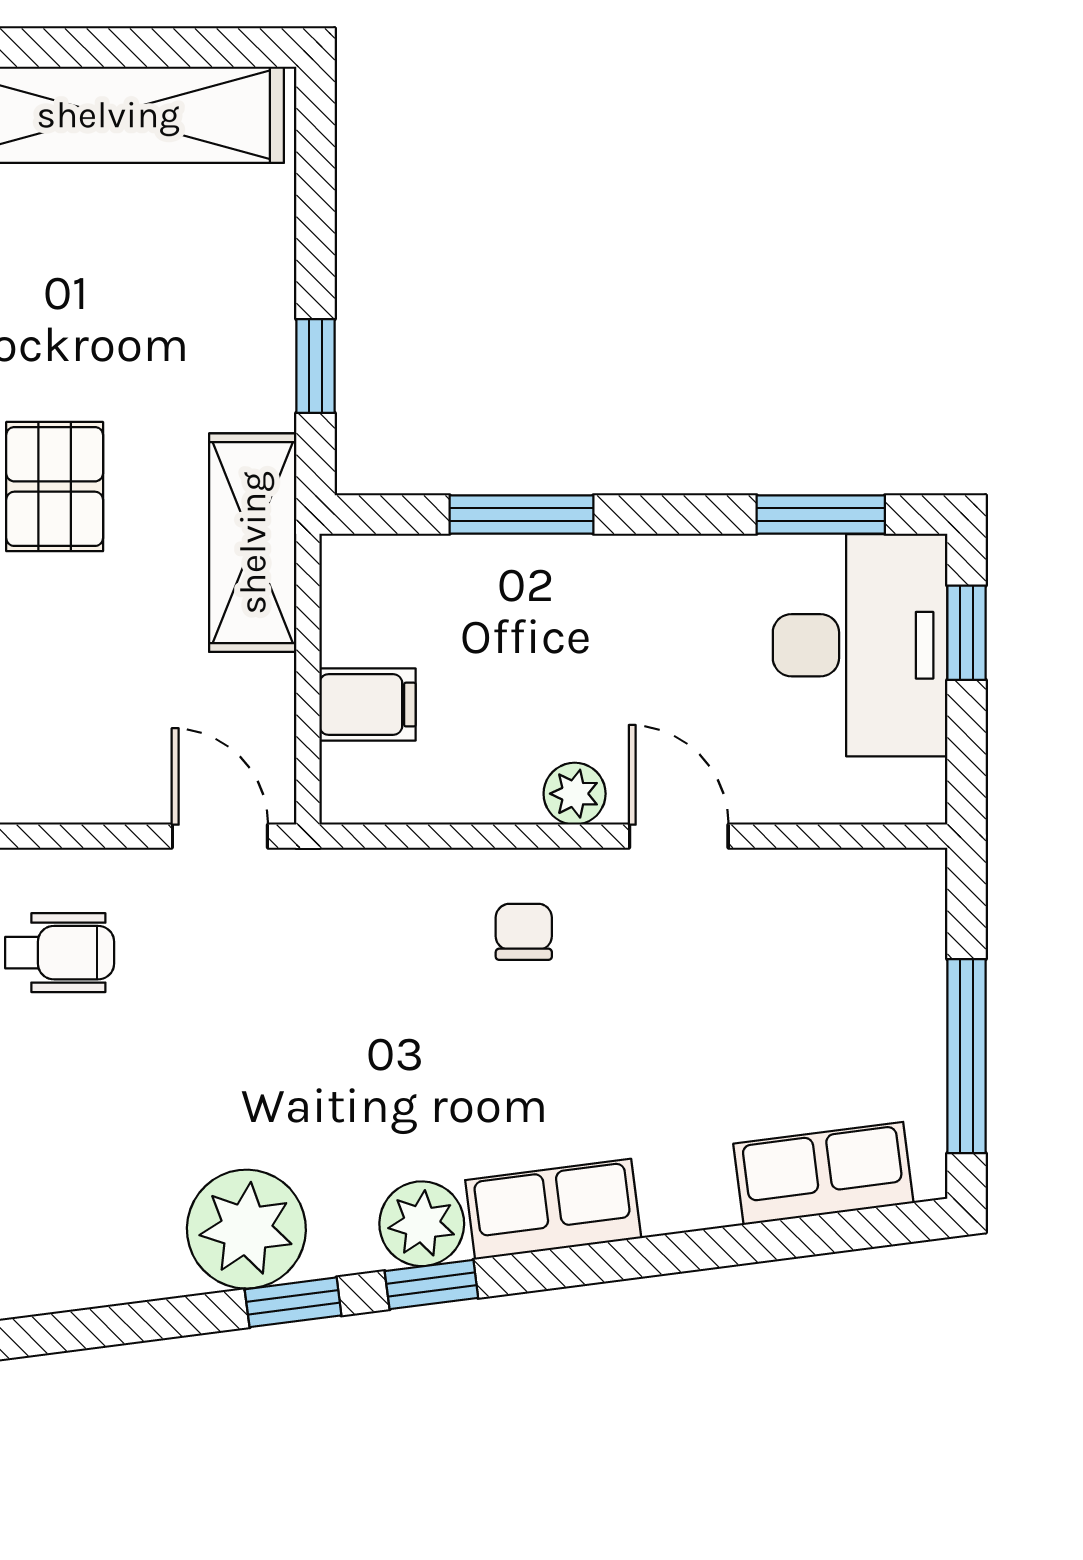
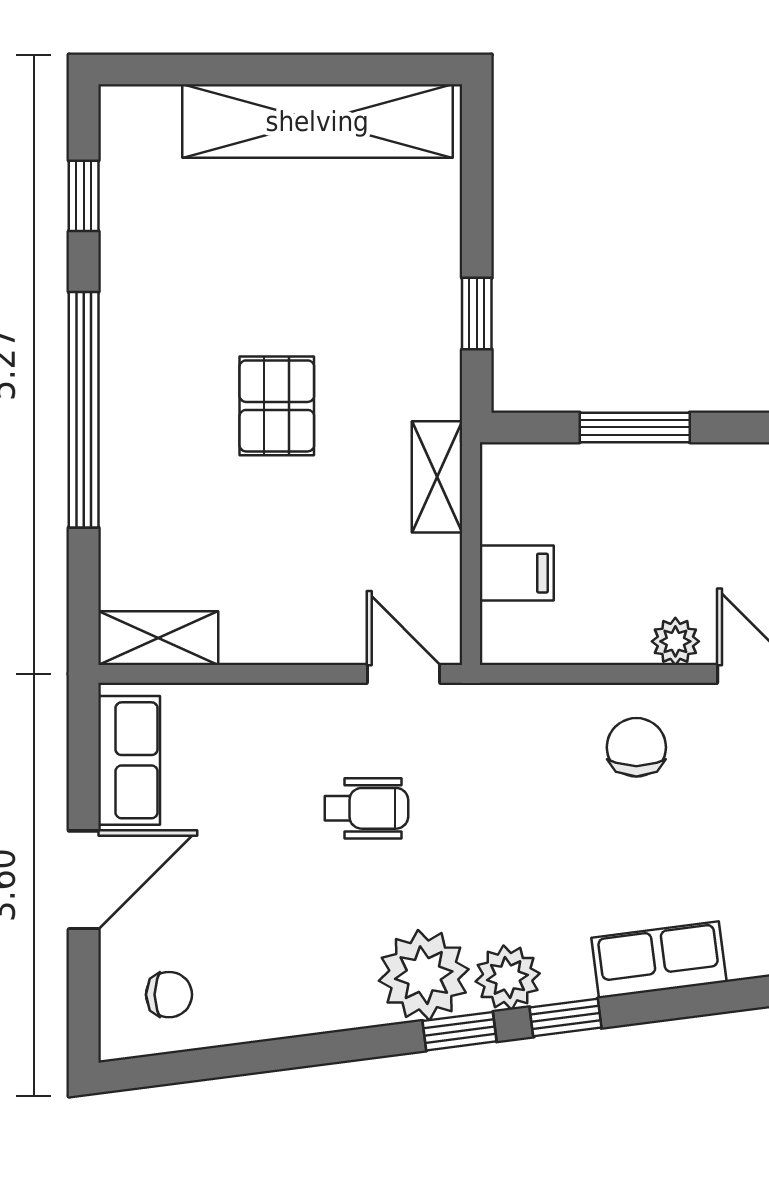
shelving: (253, 543) -> (437, 477), width x0.67, depth x0.75
chair: (524, 932) -> (636, 747), width x1.37, depth x1.37
wheelchair: (60, 953) -> (366, 808), moved
plant: (422, 1224) -> (508, 977), moved

